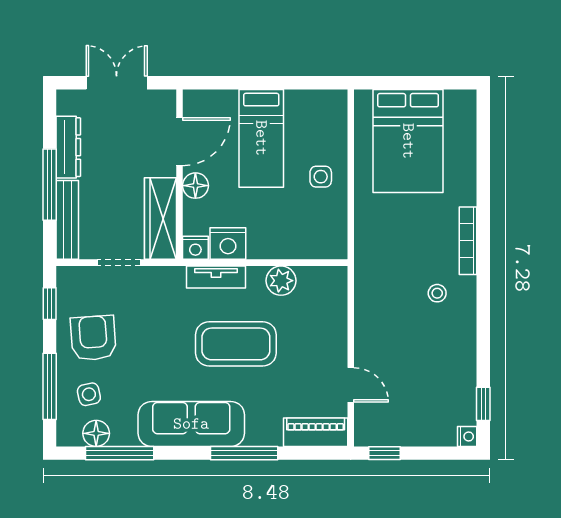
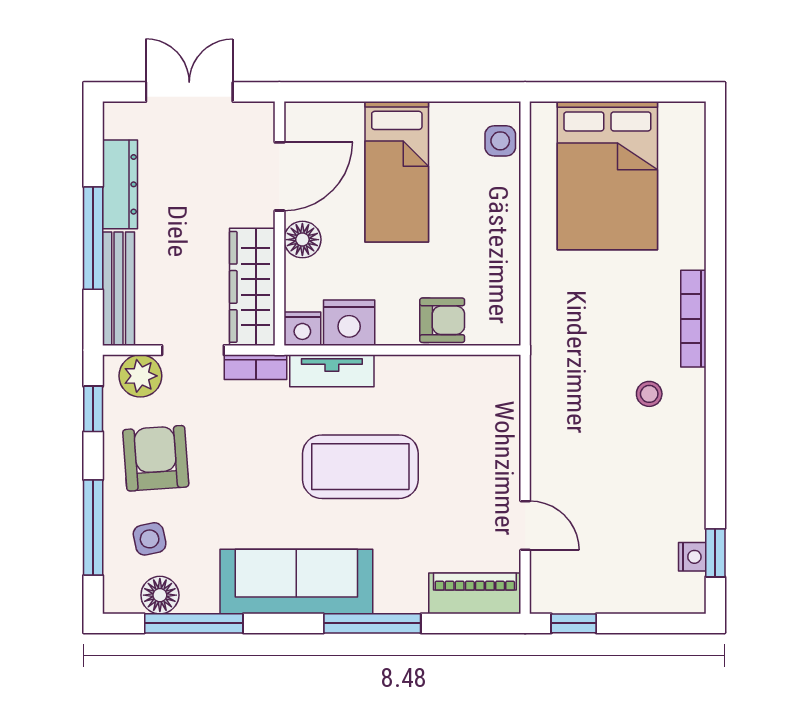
side table: (321, 177) -> (500, 141), moved
armchair: (293, 242) -> (442, 320), added
bookcase: (163, 275) -> (256, 367), added
plant: (281, 281) -> (140, 376), moved
nightstand: (467, 437) -> (692, 557), moved

